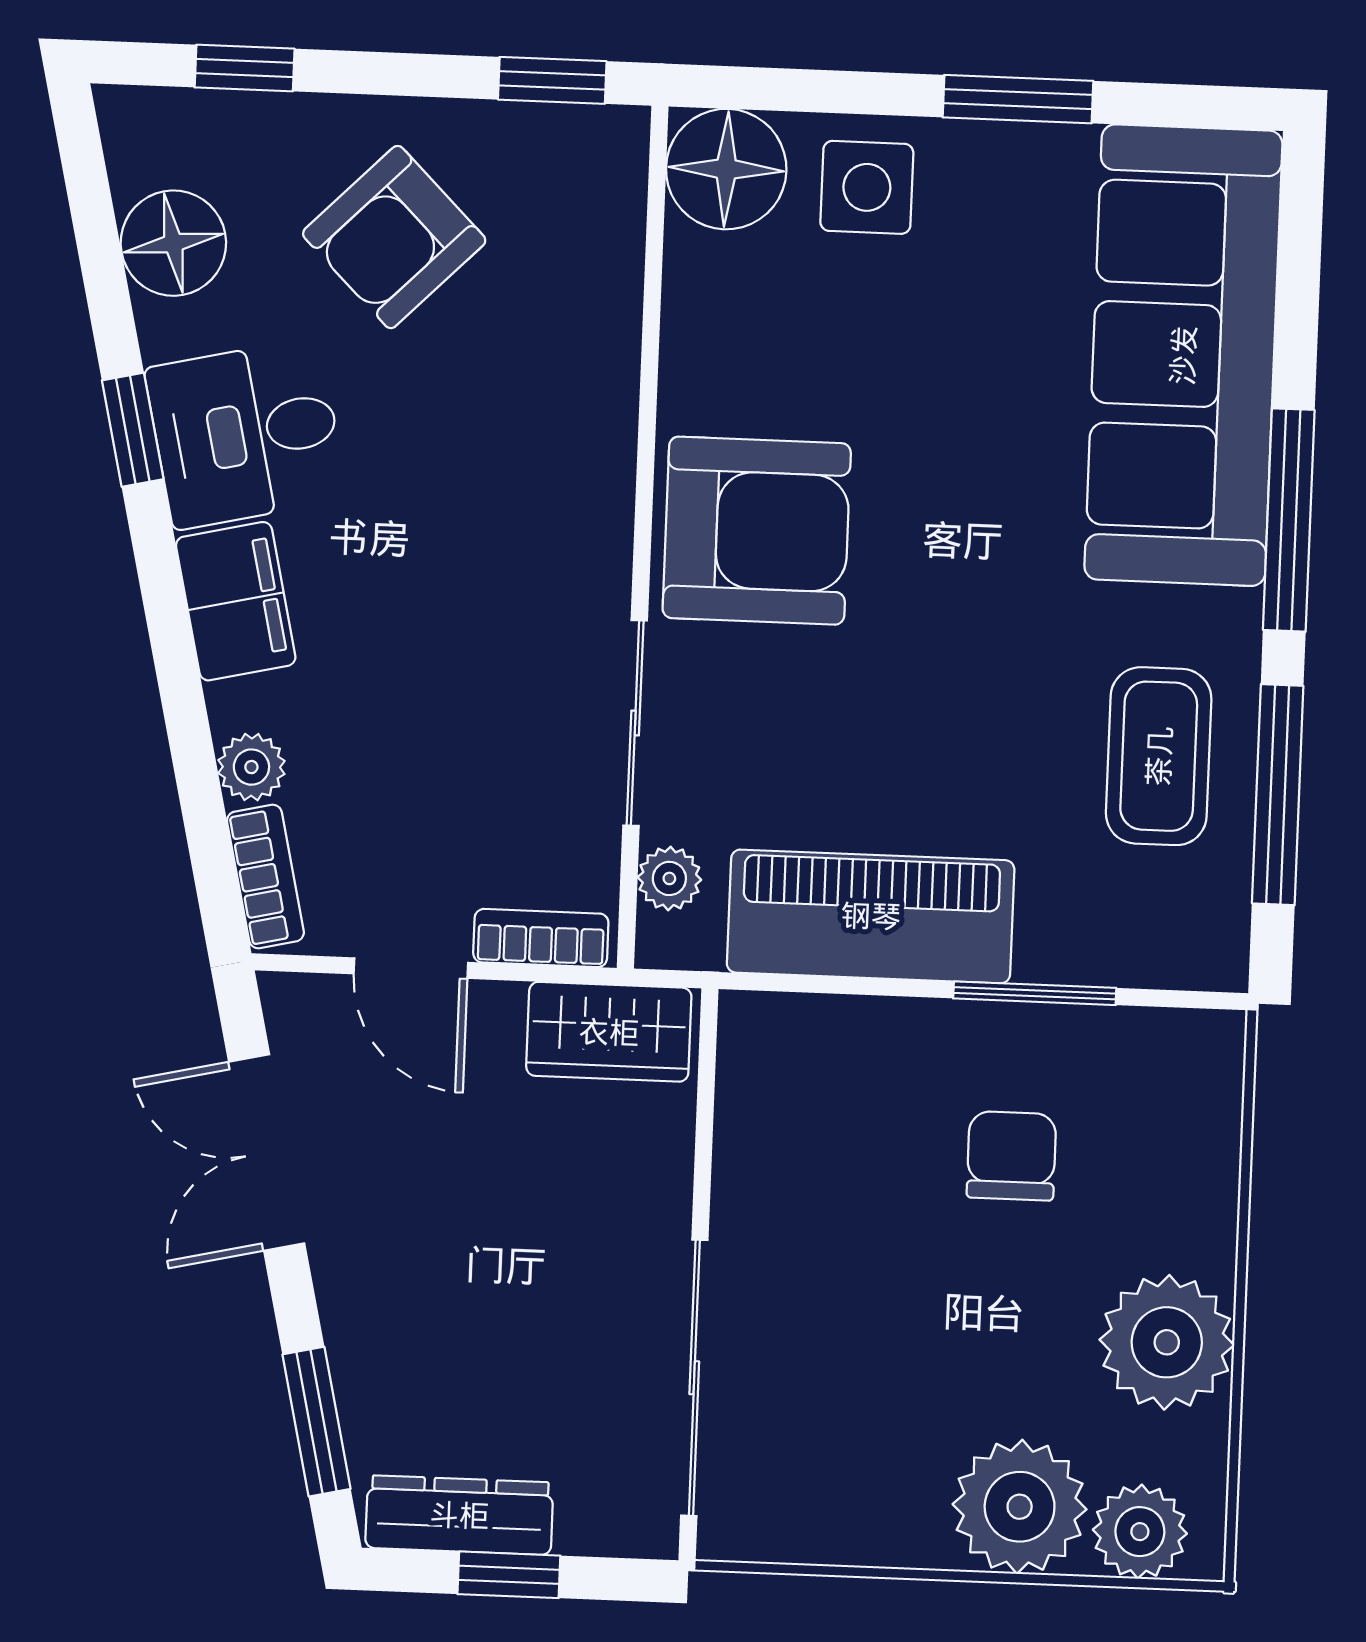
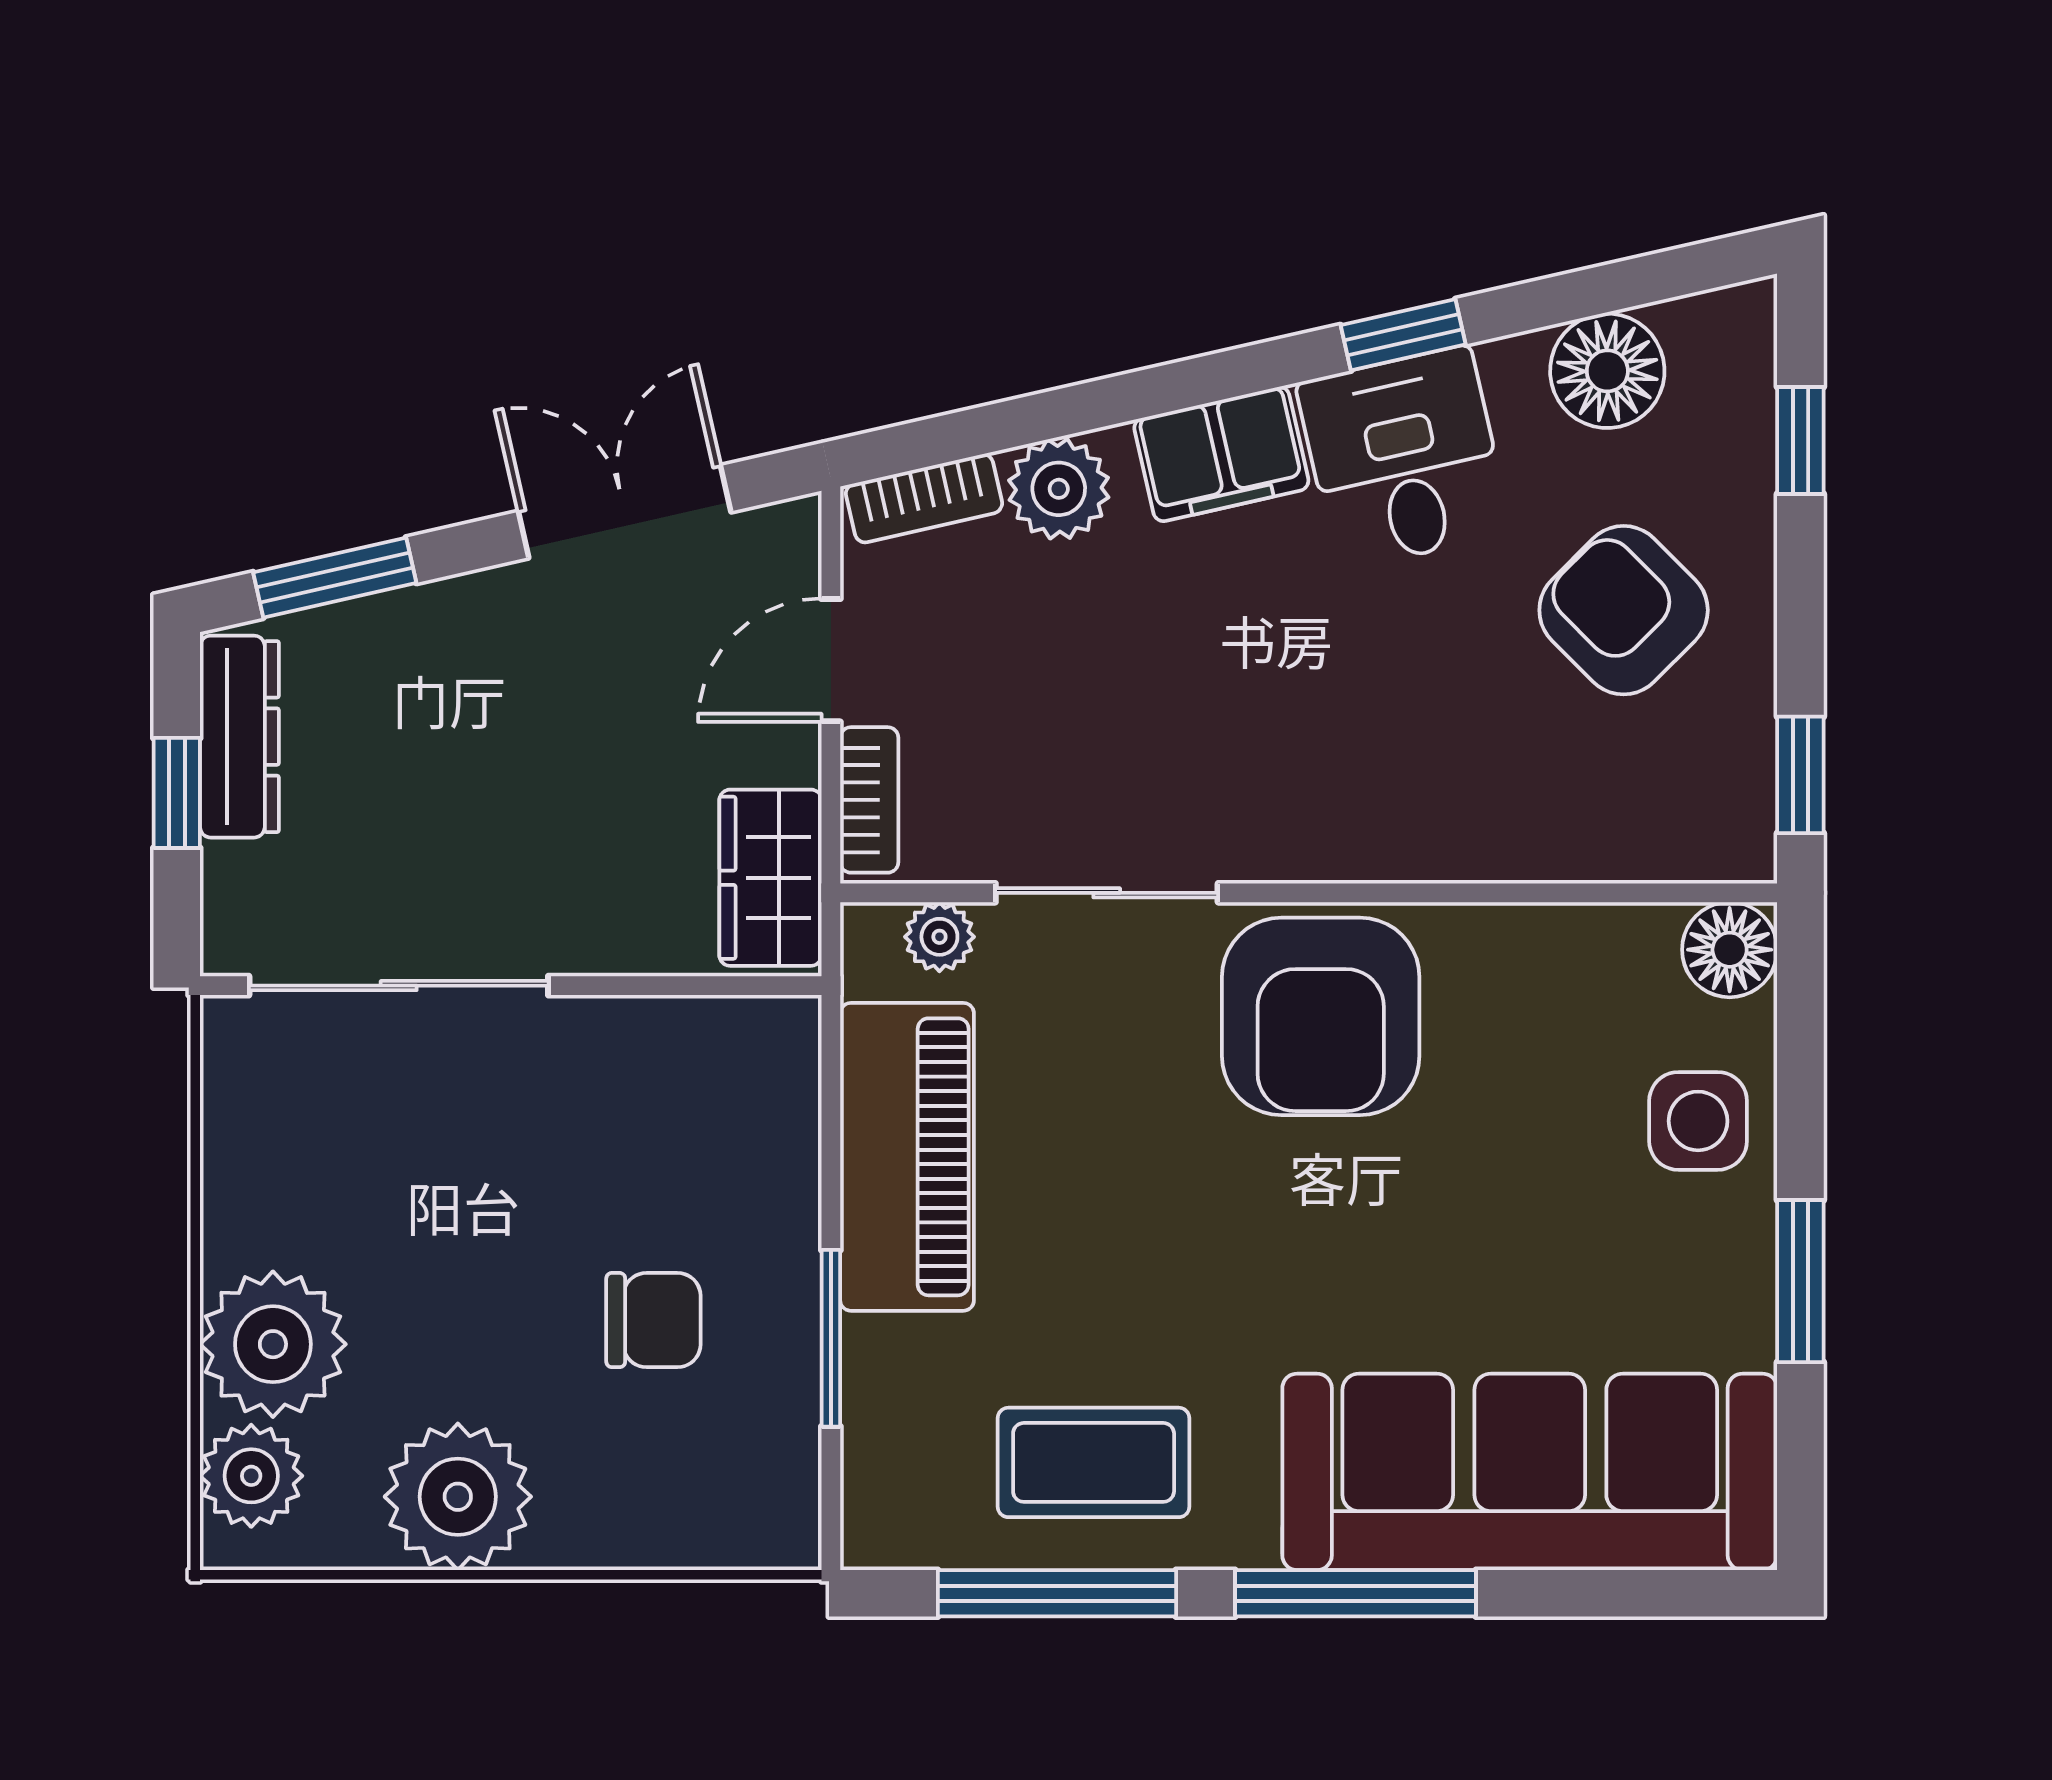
floor lamp: (726, 169) -> (1730, 950), width x0.73, depth x0.73
plant: (251, 767) -> (1059, 489), width x1.38, depth x1.38

